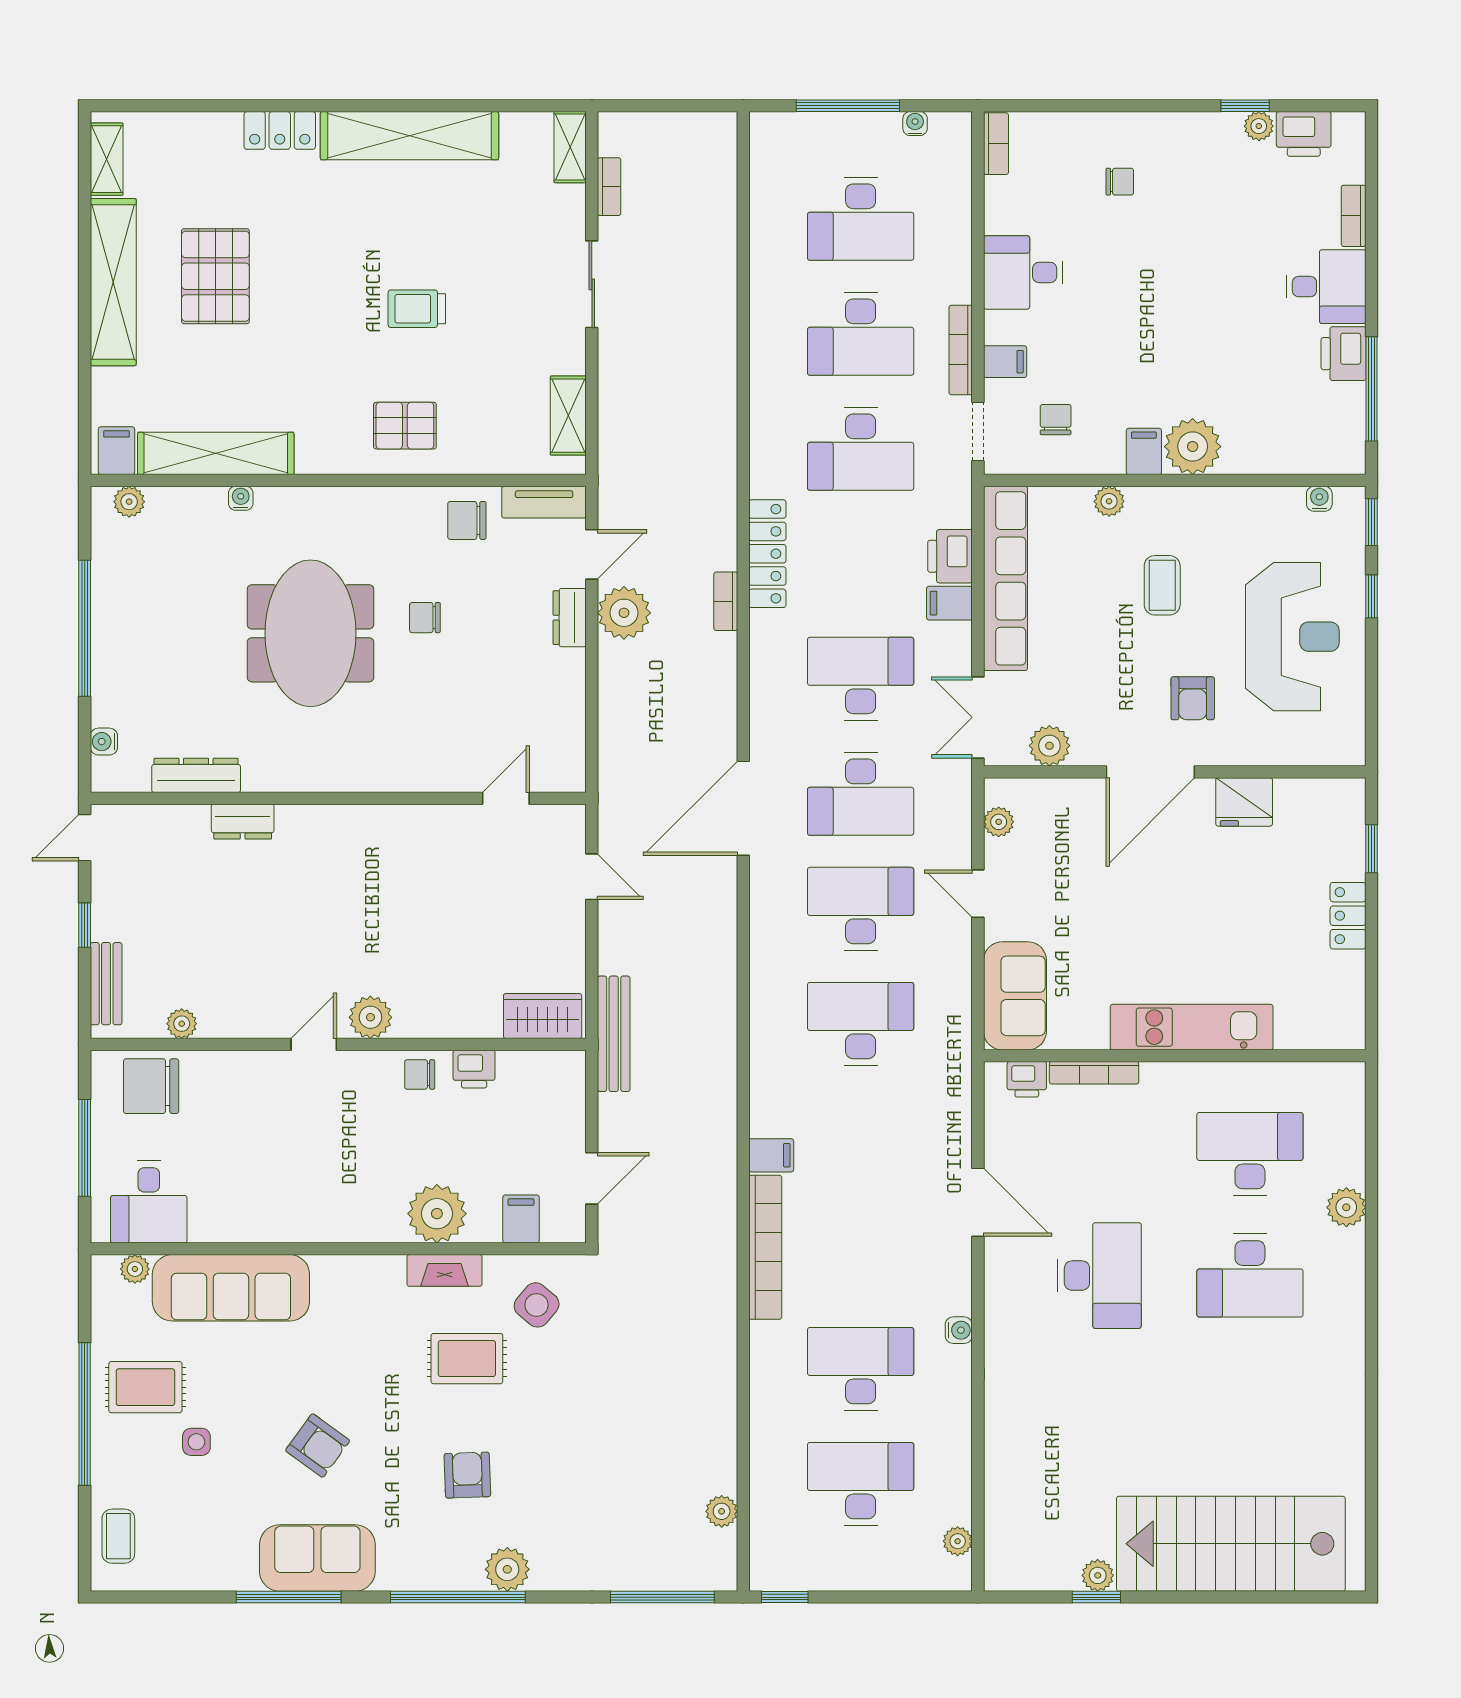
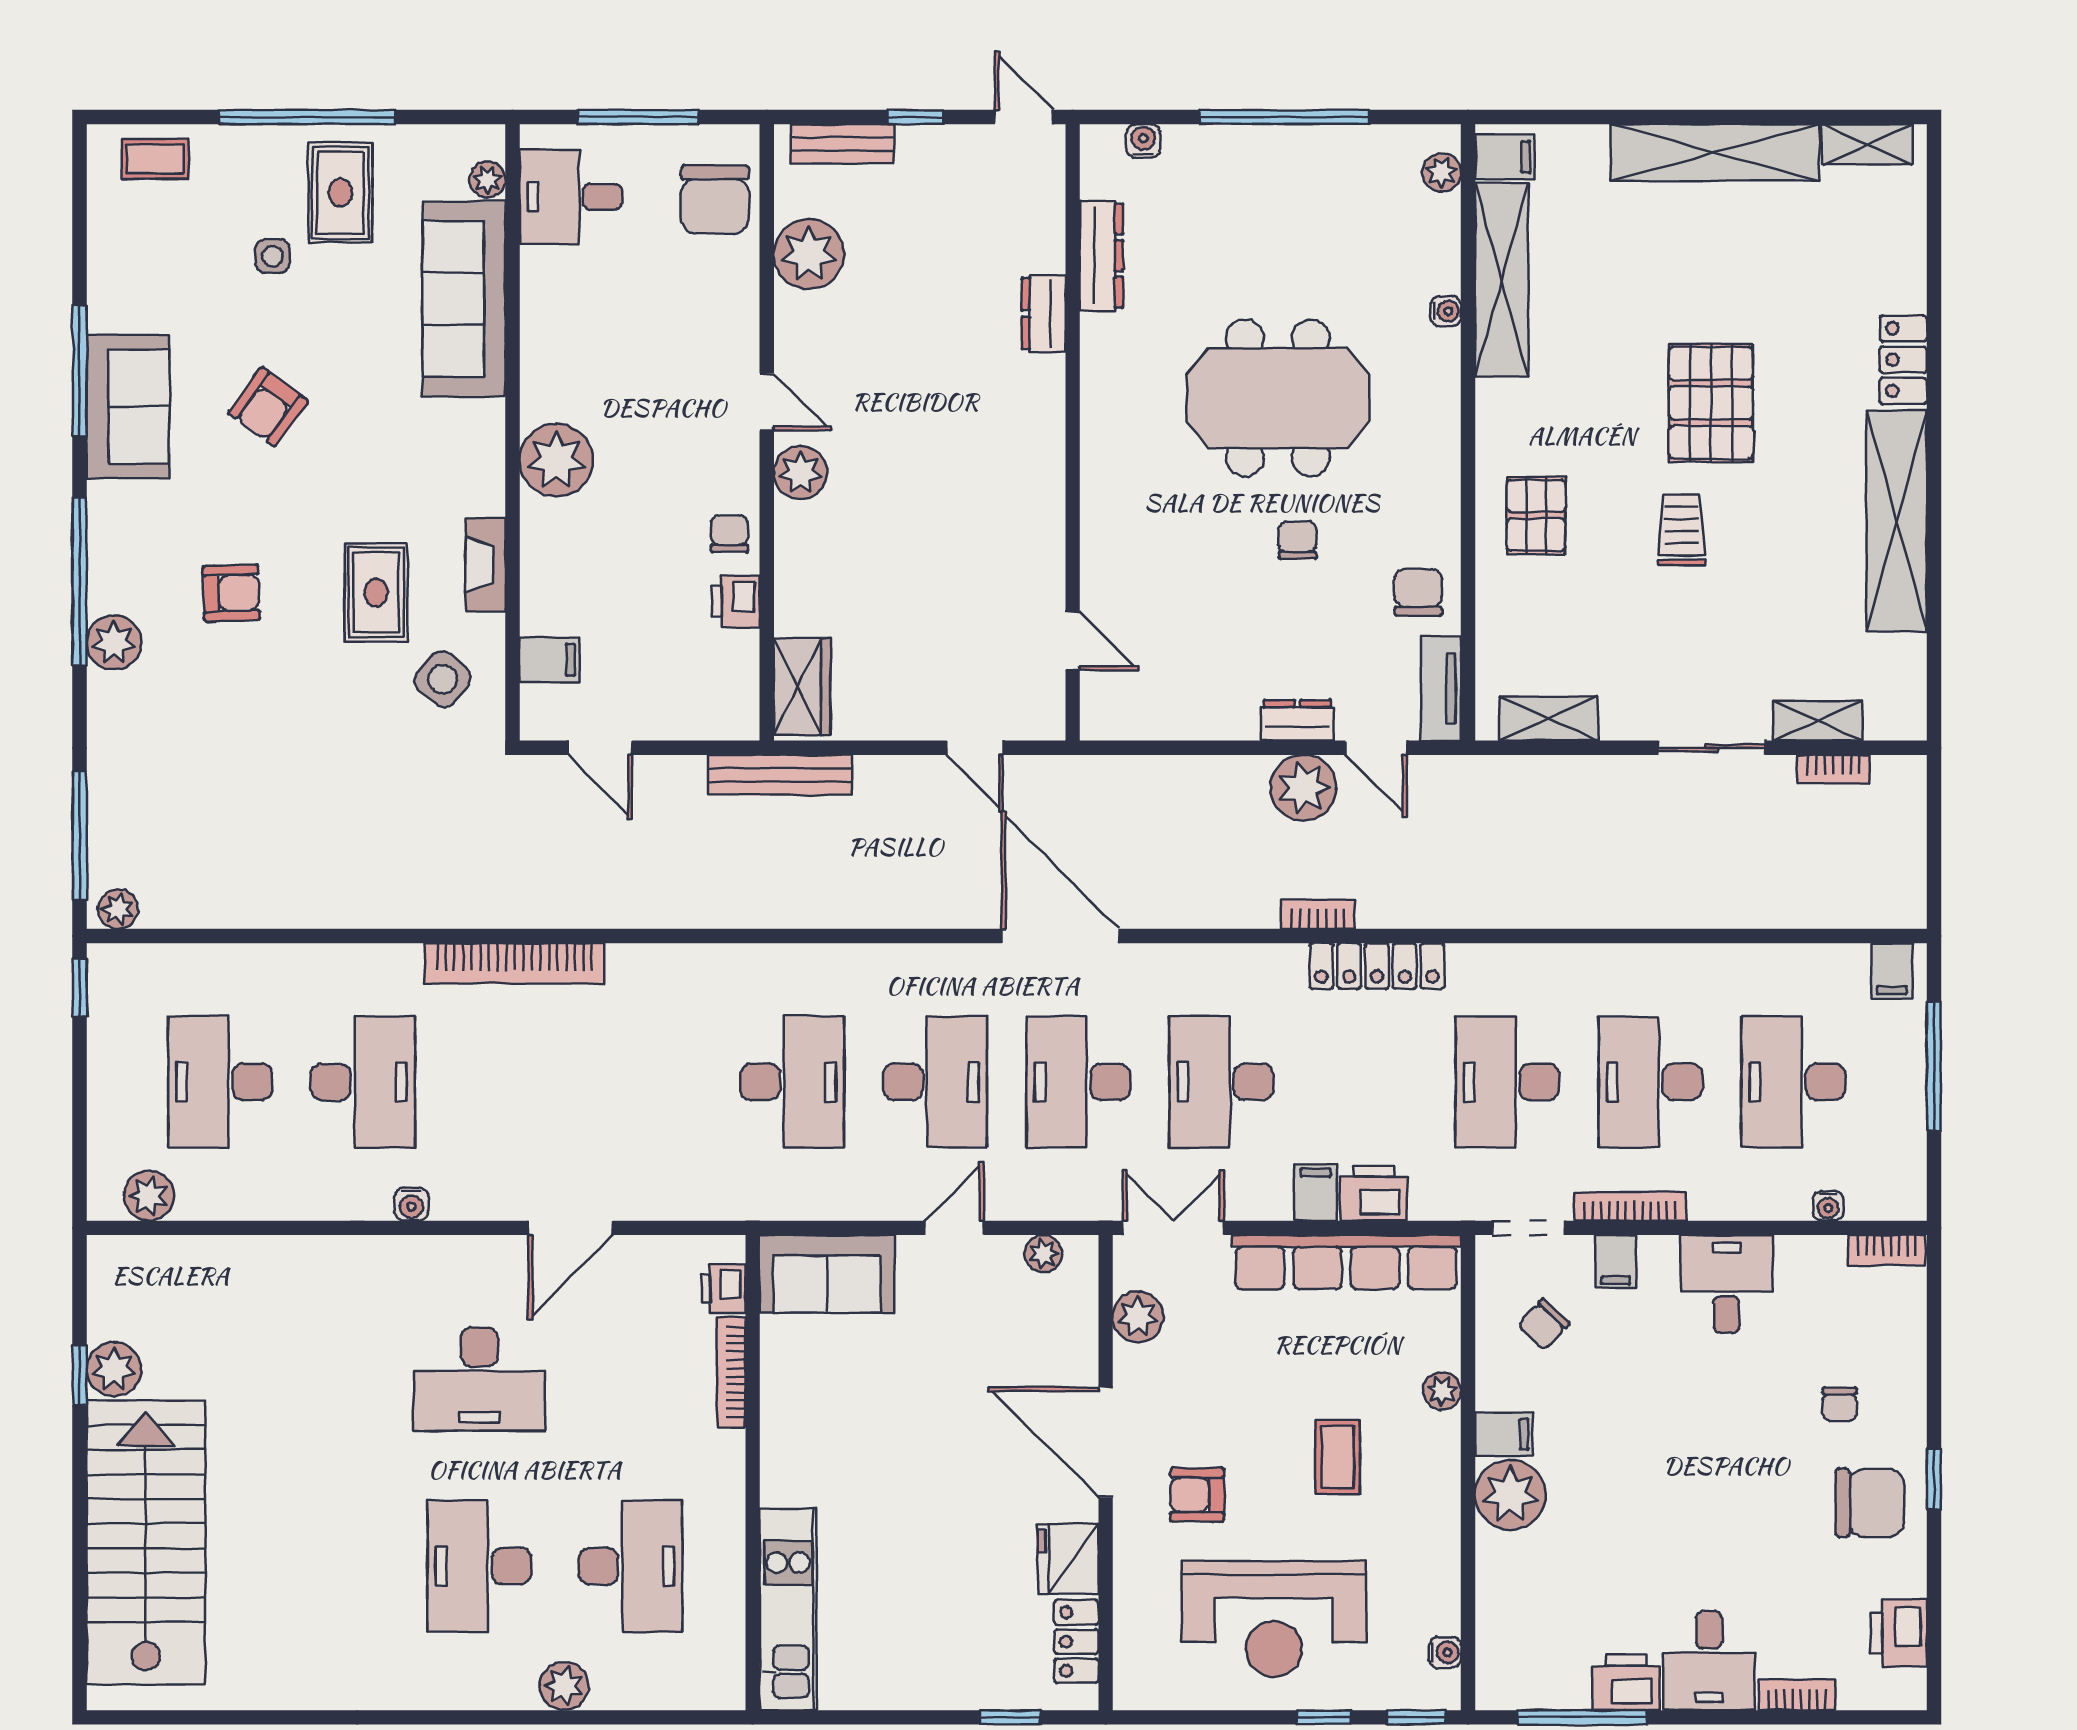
window: (1245, 106) -> (1934, 1479), moved
water cooler: (915, 123) -> (1828, 1206), moved, turned 90
plant: (1259, 126) -> (1909, 1577), removed
shelving: (570, 147) -> (1818, 721), moved
chair: (1199, 157) -> (1870, 1503), added
pallet: (215, 276) -> (1711, 403), moved, turned 90
chair: (1056, 420) -> (1544, 1324), turned 133
coffee table: (1162, 585) -> (1338, 1457), turned 90
desk: (861, 679) -> (1221, 1082), turned 180
door: (592, 877) -> (975, 748), hinge flipped
locker: (1348, 916) -> (1076, 1642), moved, turned -90
plant: (182, 1024) -> (809, 254), width x1.88, depth x1.88
kitchen unit: (1192, 1027) -> (788, 1609), moved
chair: (151, 1086) -> (715, 200), turned 180
filing cabinet: (771, 1155) -> (1892, 971), moved
plant: (437, 1214) -> (556, 460), moved
desk: (861, 1484) -> (220, 1082), turned 180
plant: (722, 1511) -> (118, 909), moved
plant: (958, 1541) -> (149, 1196), width x1.38, depth x1.38
plant: (1098, 1575) -> (114, 1369), width x1.38, depth x1.38

